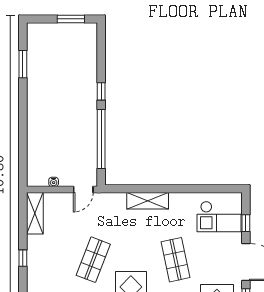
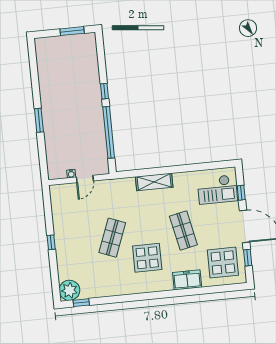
window: (23, 64) -> (39, 120), moved
door: (83, 190) -> (85, 179), moved
shelving: (35, 213) -> (58, 202), removed

